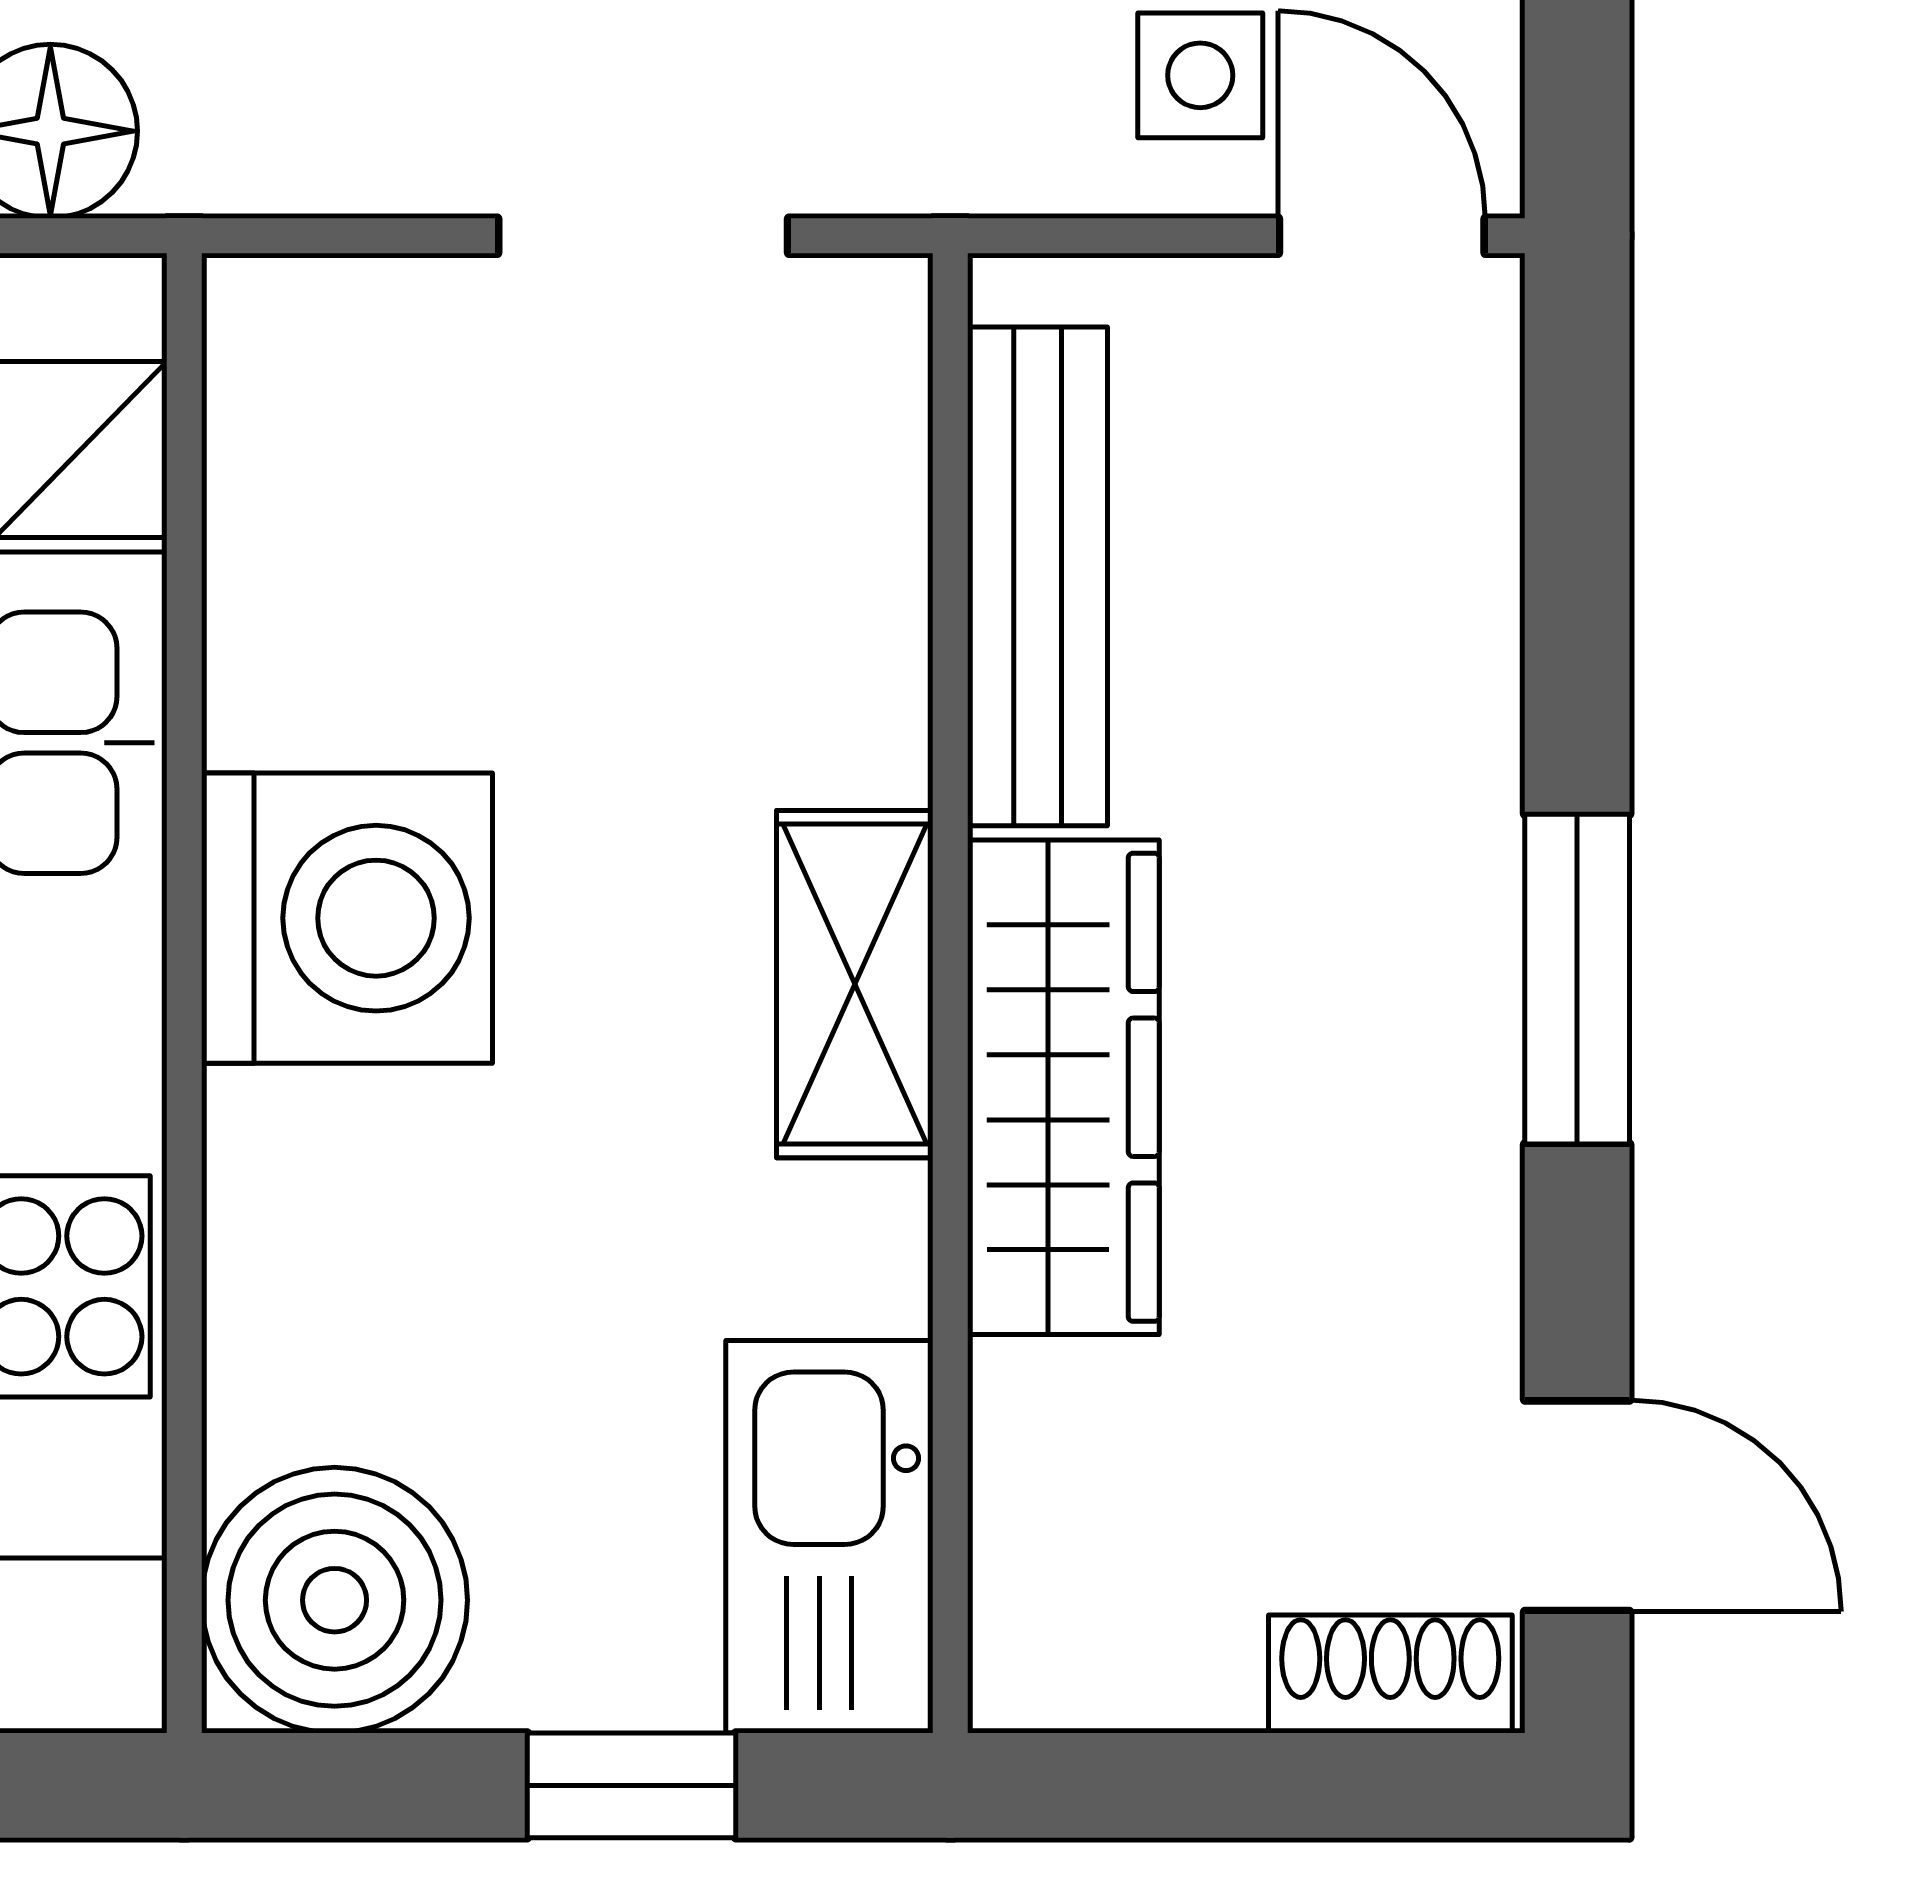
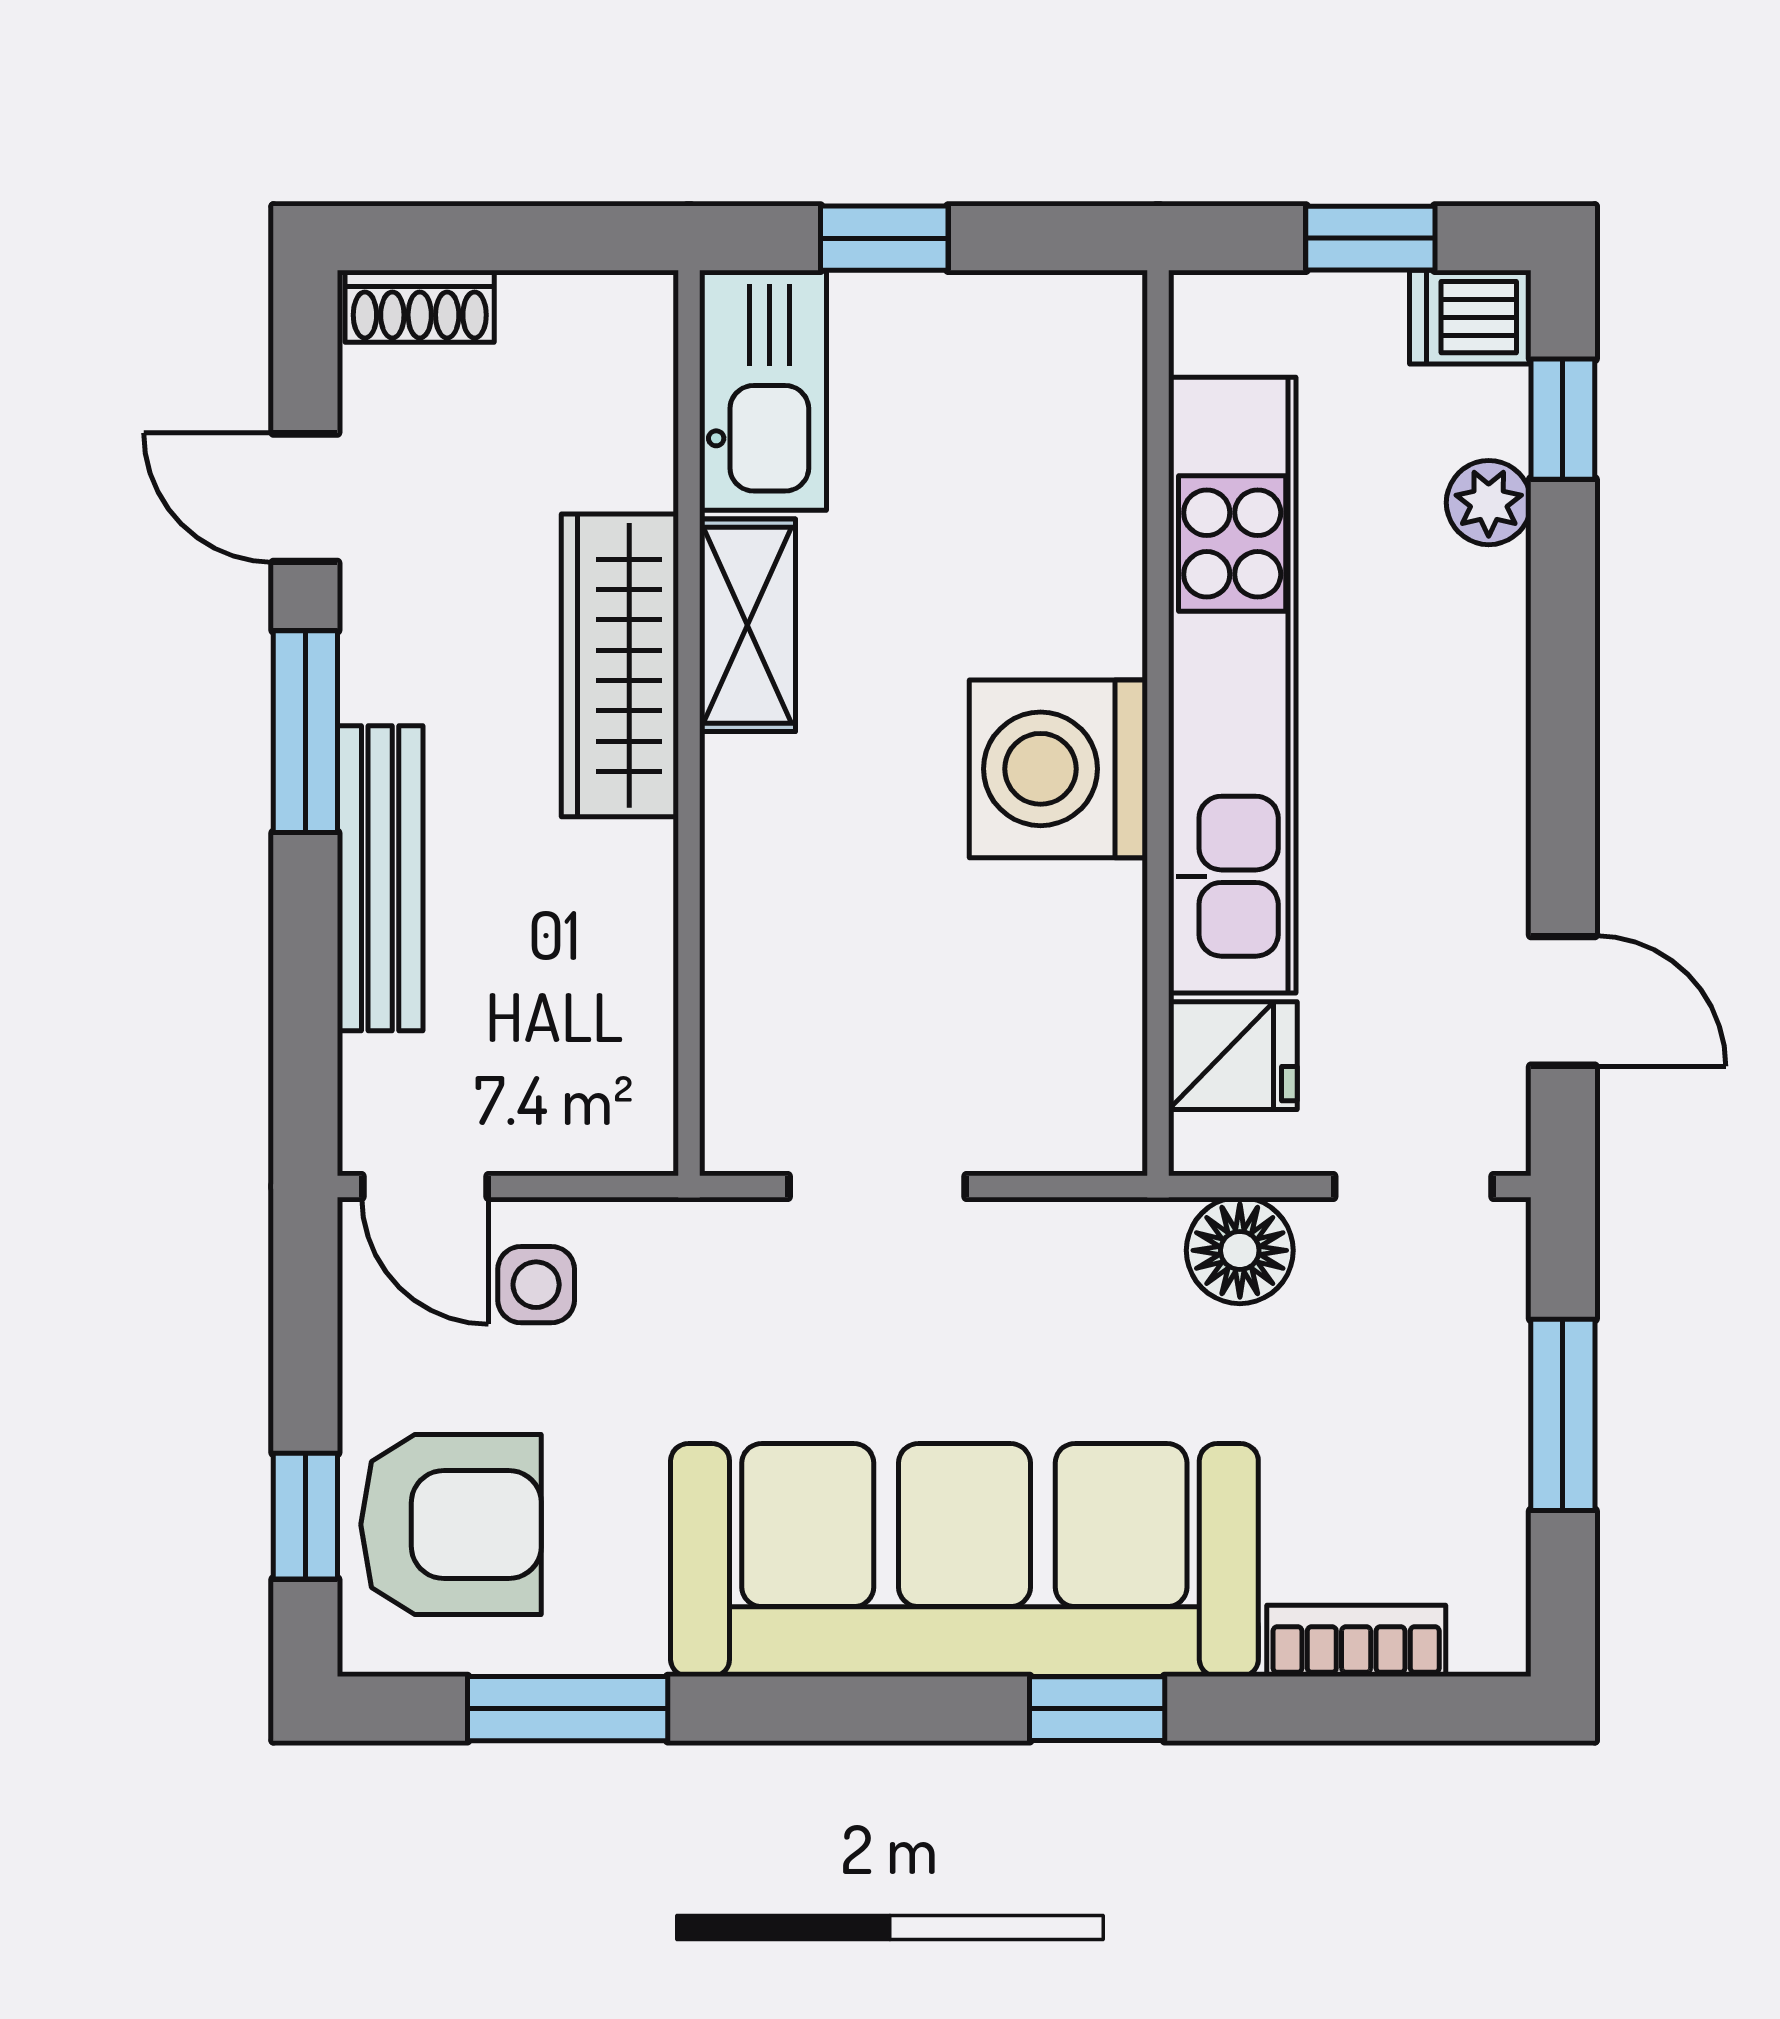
bench: (1038, 576) -> (380, 878), moved
shelving: (855, 984) -> (748, 625), moved
door: (1577, 1506) -> (305, 498), moved
boiler: (335, 1600) -> (1066, 351), removed

